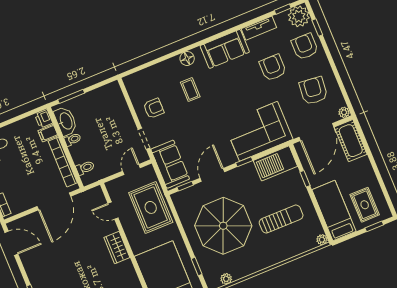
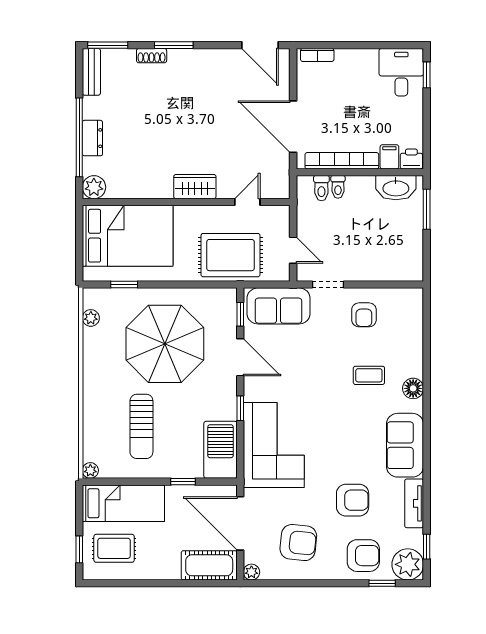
toilet: (73, 139) -> (338, 187), moved
door: (11, 243) -> (260, 45), hinge flipped

